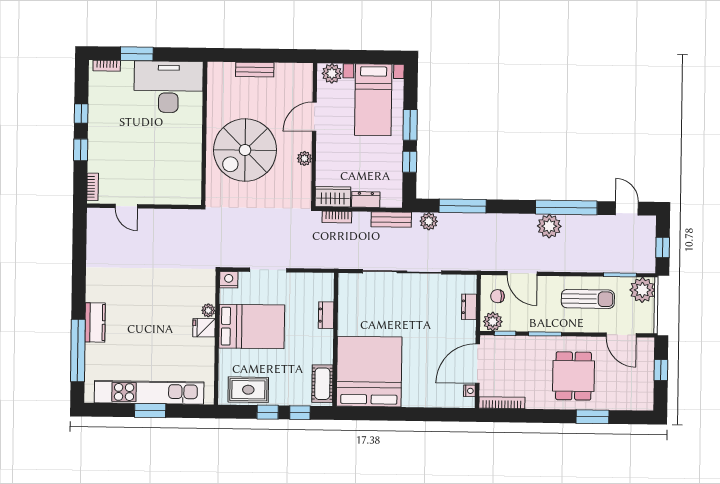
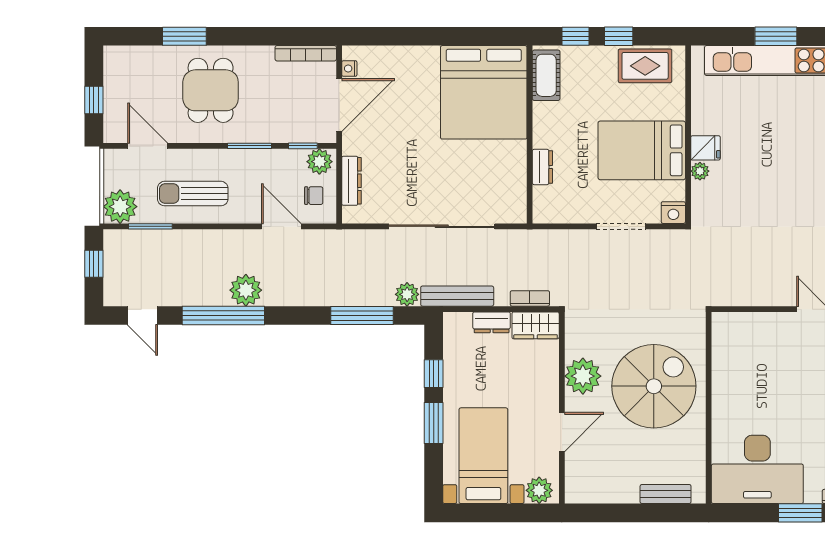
bench: (255, 70) -> (666, 494), moved
plant: (304, 158) -> (583, 376), width x1.88, depth x1.88
bench: (391, 220) -> (457, 296), width x1.36
dresser: (469, 307) -> (351, 181), width x1.44

